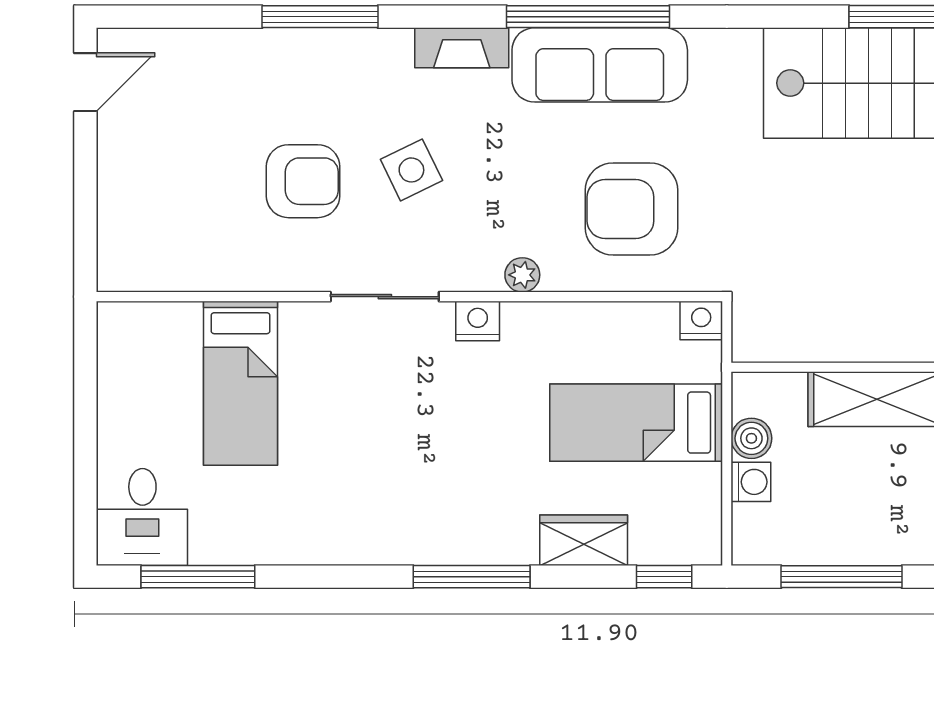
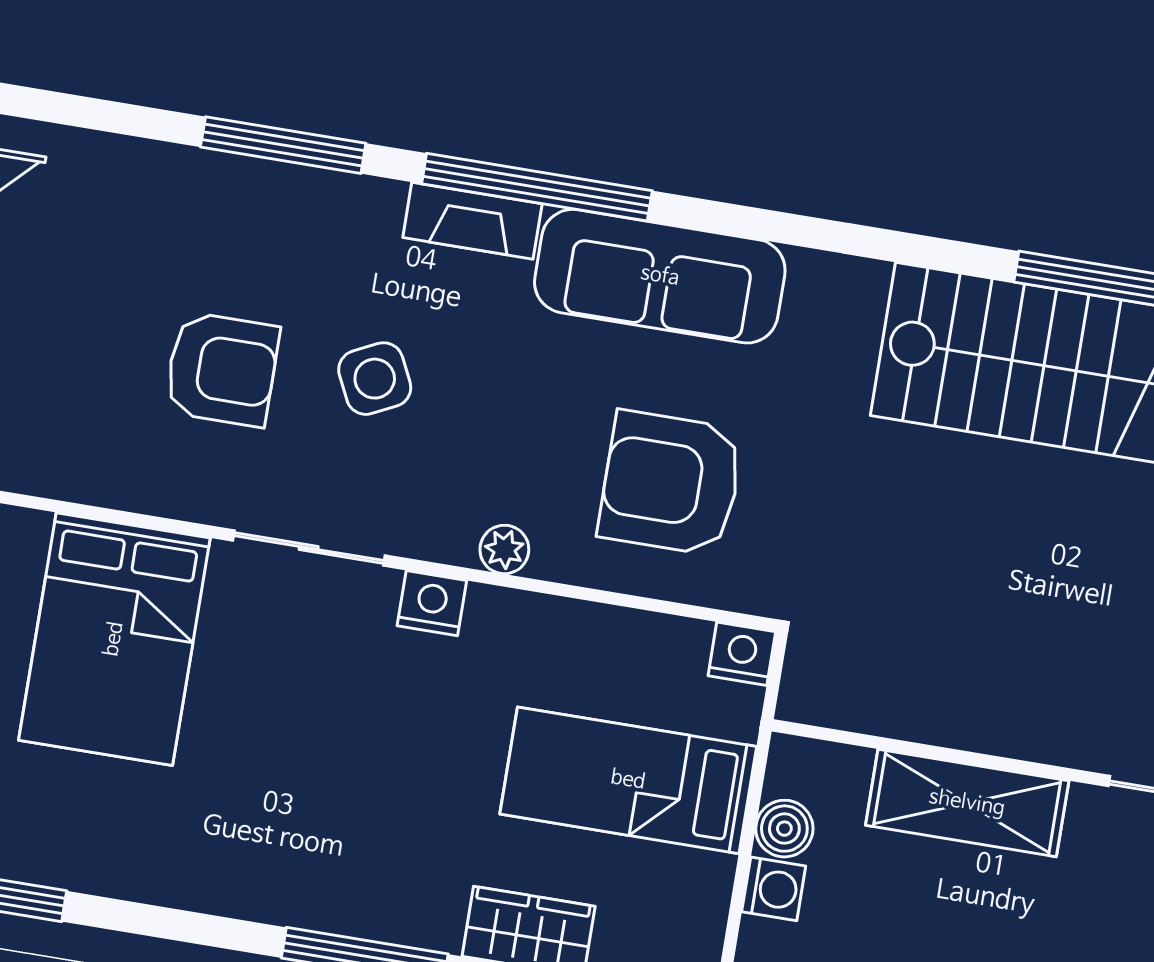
window: (588, 17) -> (537, 187), moved
bed: (241, 383) -> (114, 639), width x1.50

